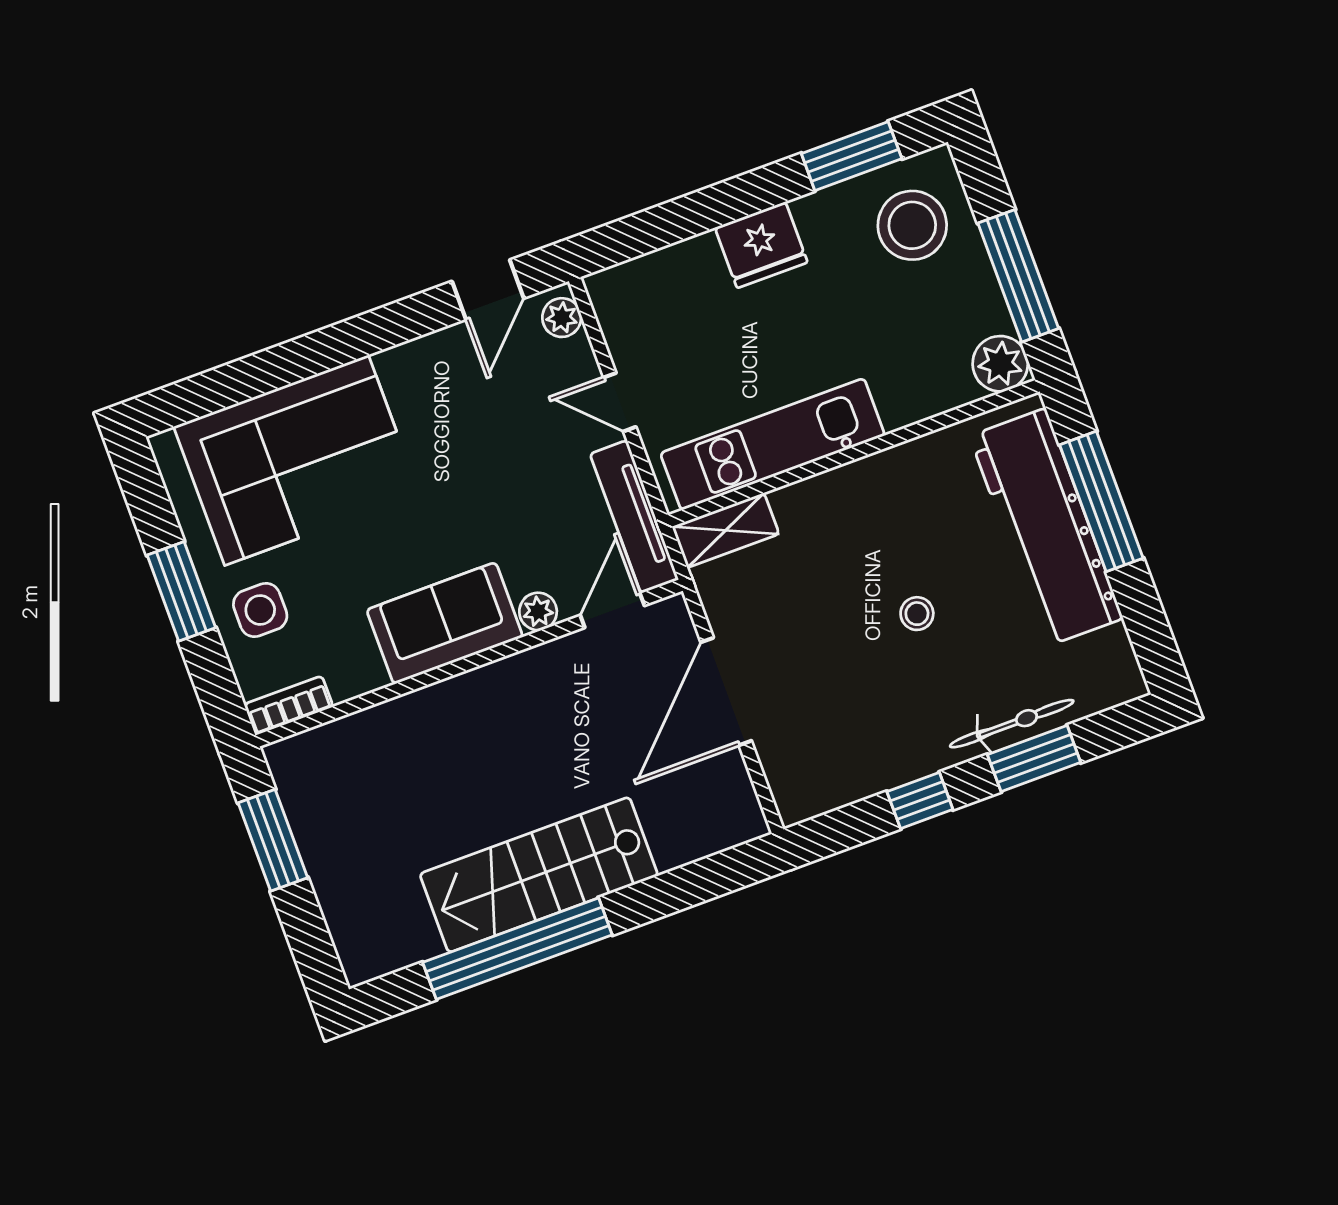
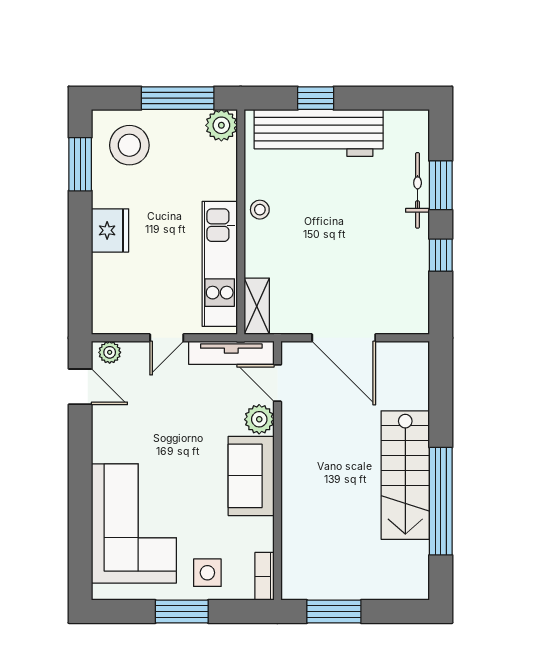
window: (1101, 501) -> (316, 98), width x0.46
plant: (538, 611) -> (259, 419), width x1.38, depth x1.38
stool: (917, 614) -> (260, 210), moved

